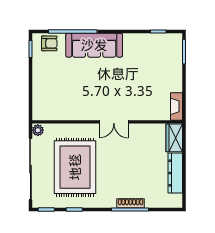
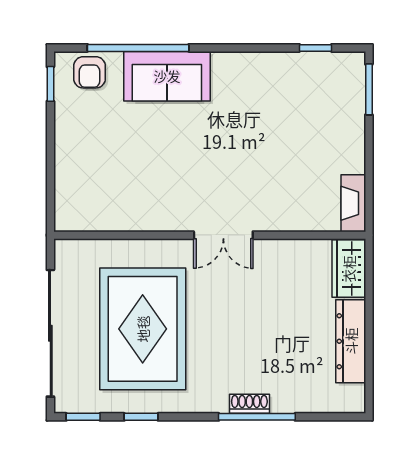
armchair: (49, 43) -> (90, 72), turned 90
sofa: (94, 45) -> (167, 76), width x0.73
plant: (38, 130) -> (66, 253), removed
shoe rack: (131, 203) -> (249, 404), width x0.70

